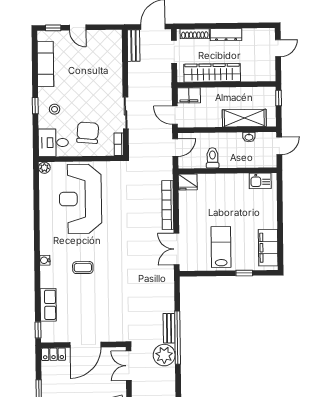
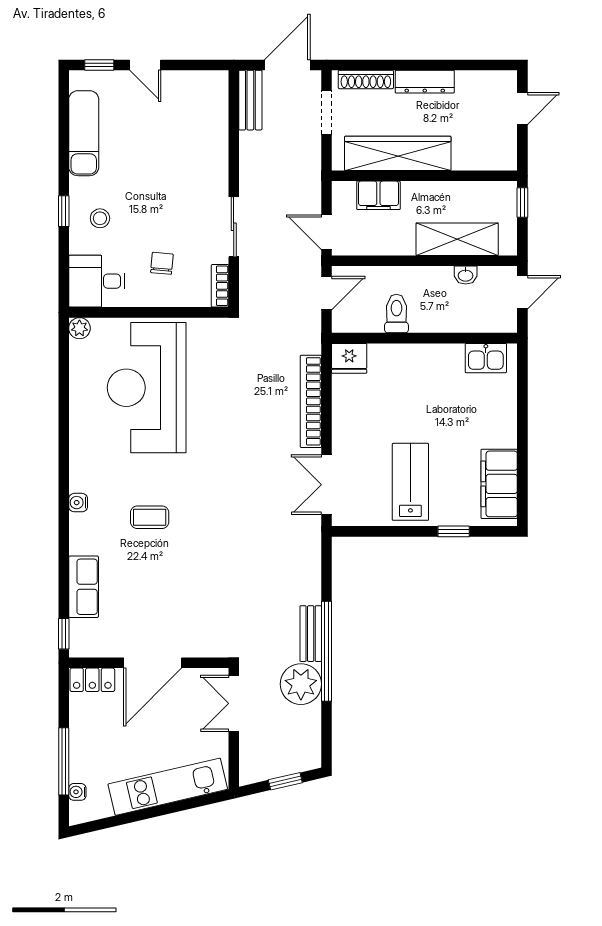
filing cabinet: (189, 95) -> (378, 195), moved
chair: (88, 133) -> (162, 263), width x0.54, depth x0.54

